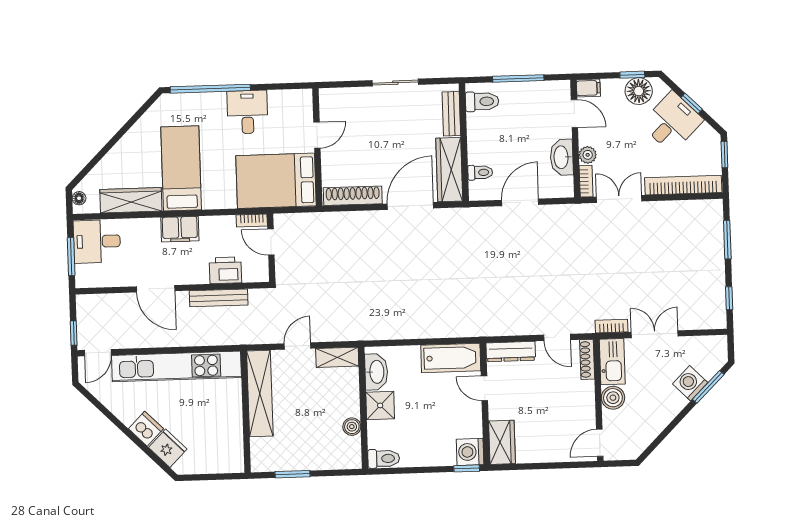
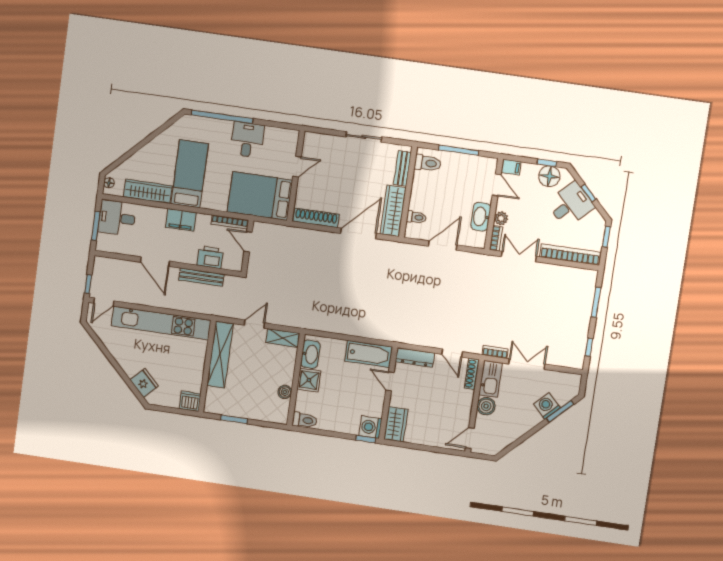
bookcase: (252, 220) -> (230, 222), width x1.56
dishwasher: (146, 429) -> (190, 401), moved, turned -45

